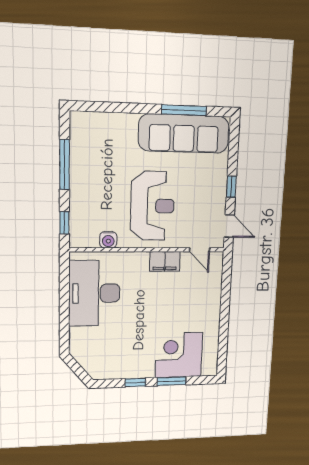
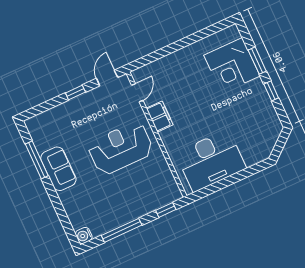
sofa: (184, 134) -> (58, 169), width x0.54, depth x0.79
water cooler: (108, 240) -> (84, 236), moved, turned 180

